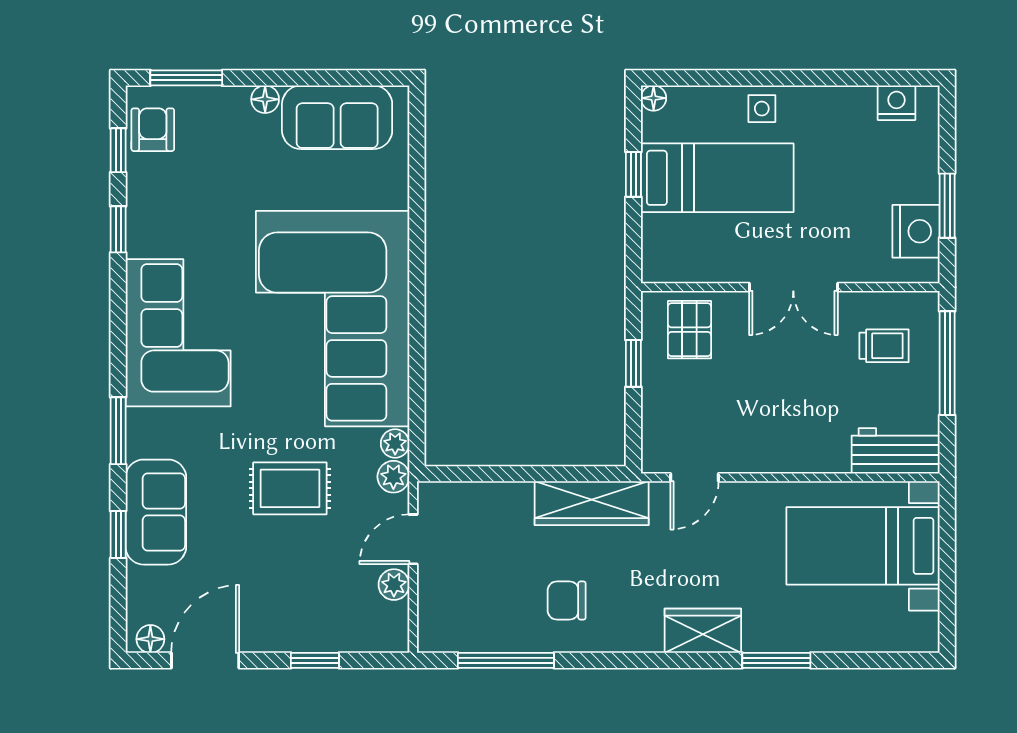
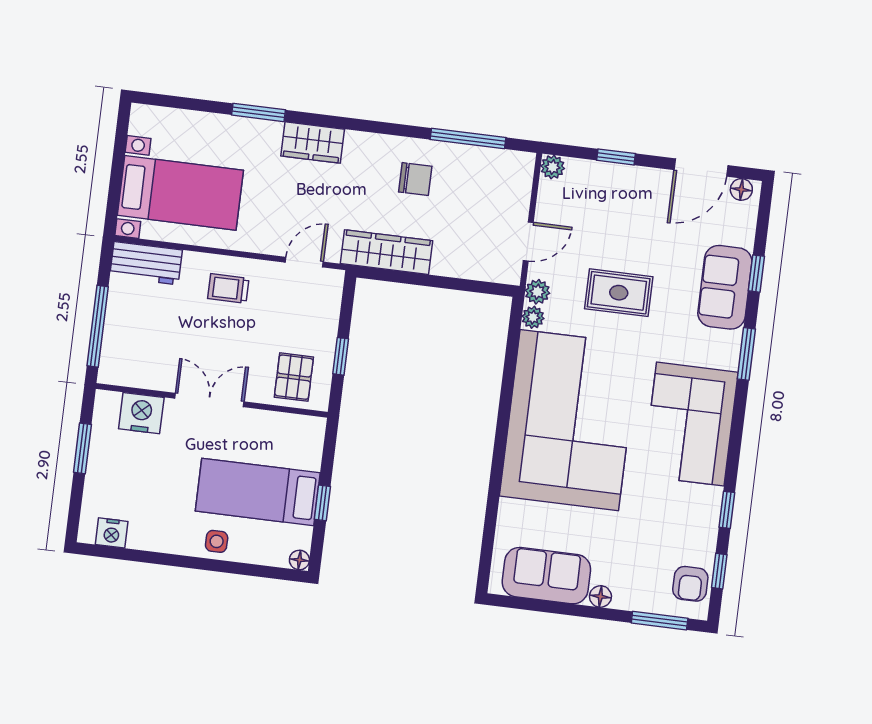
nightstand: (916, 231) -> (141, 413), moved, turned 90
trolley: (884, 346) -> (228, 288), moved
plant: (394, 585) -> (553, 167), moved

